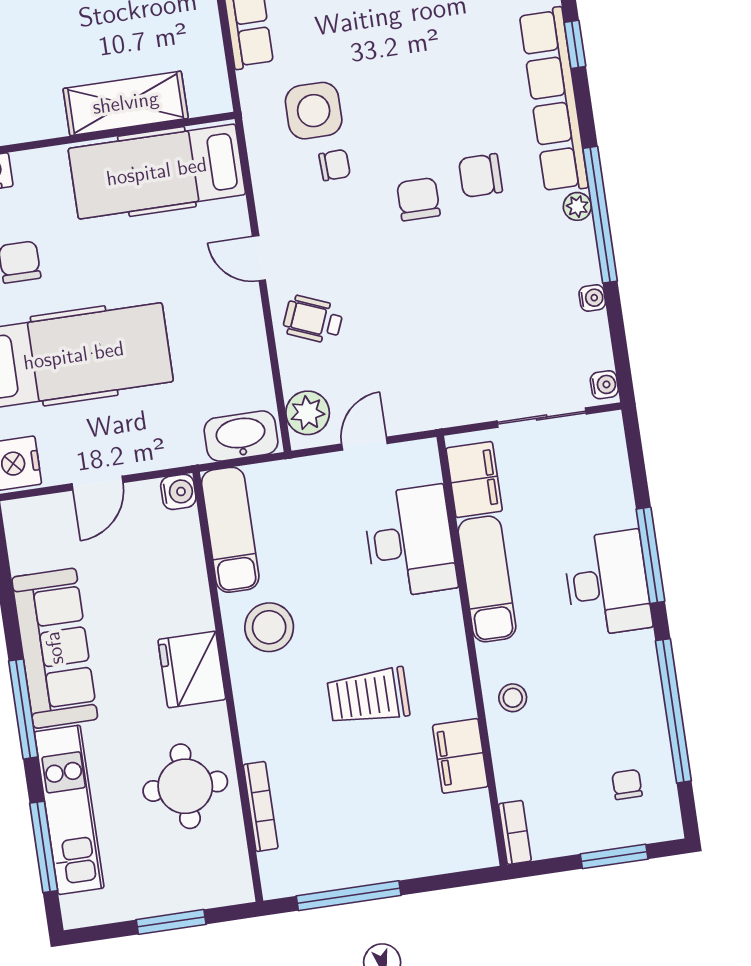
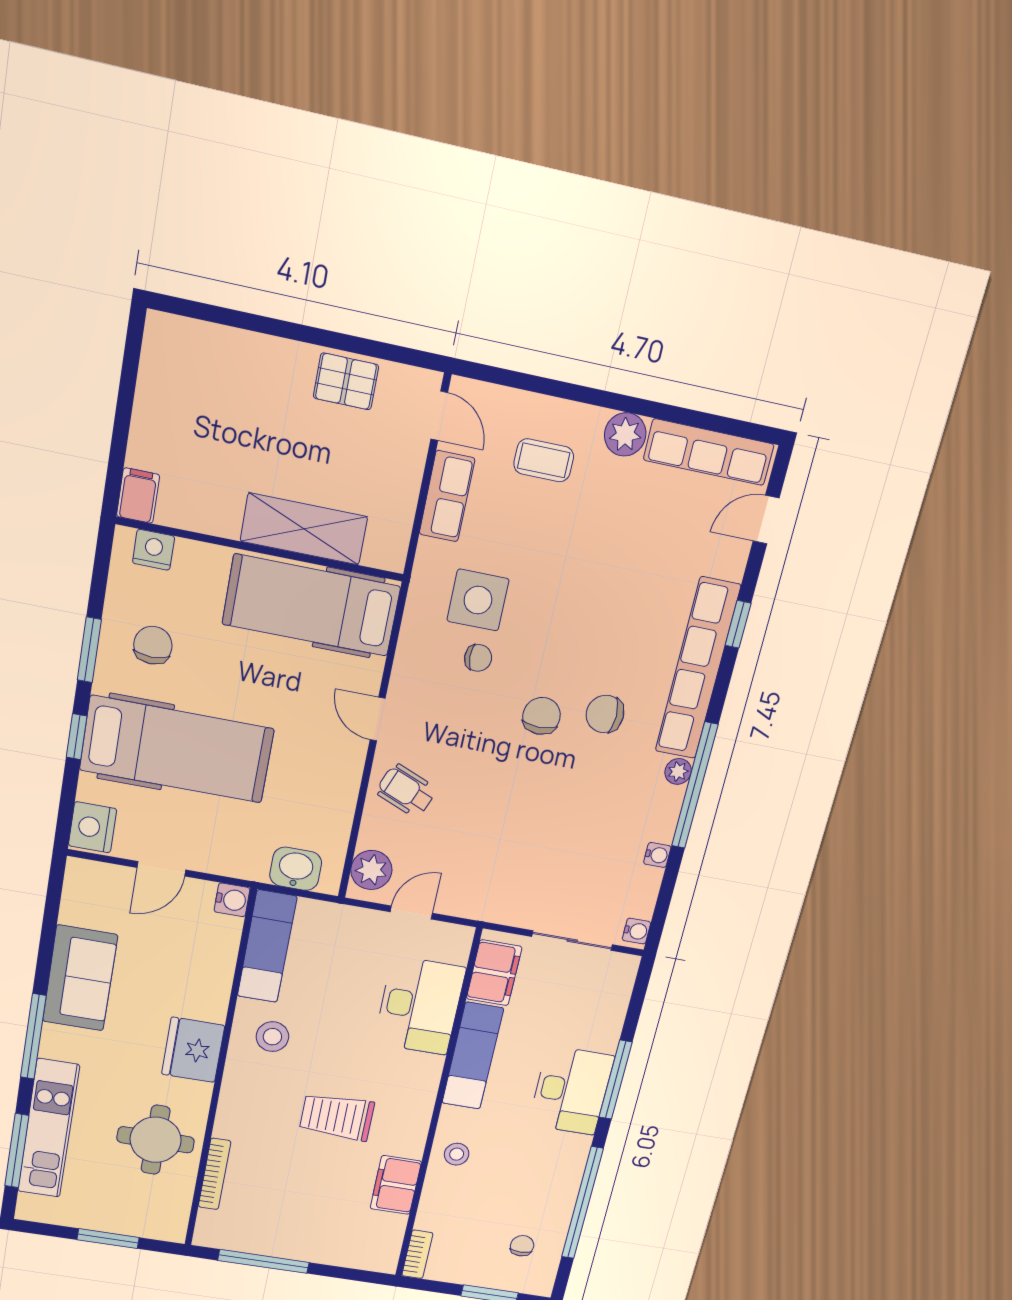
washbasin: (241, 436) -> (296, 869), width x0.72
stool: (269, 627) -> (272, 1037), width x0.73, depth x0.73
sofa: (55, 648) -> (80, 978), width x0.73

